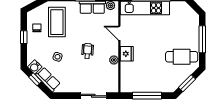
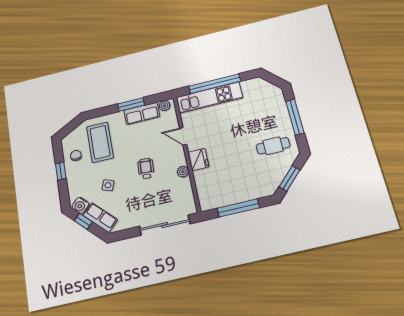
cafe table: (182, 57) -> (273, 146), width x0.73, depth x0.74
sliding door: (93, 96) -> (165, 225), width x1.37

